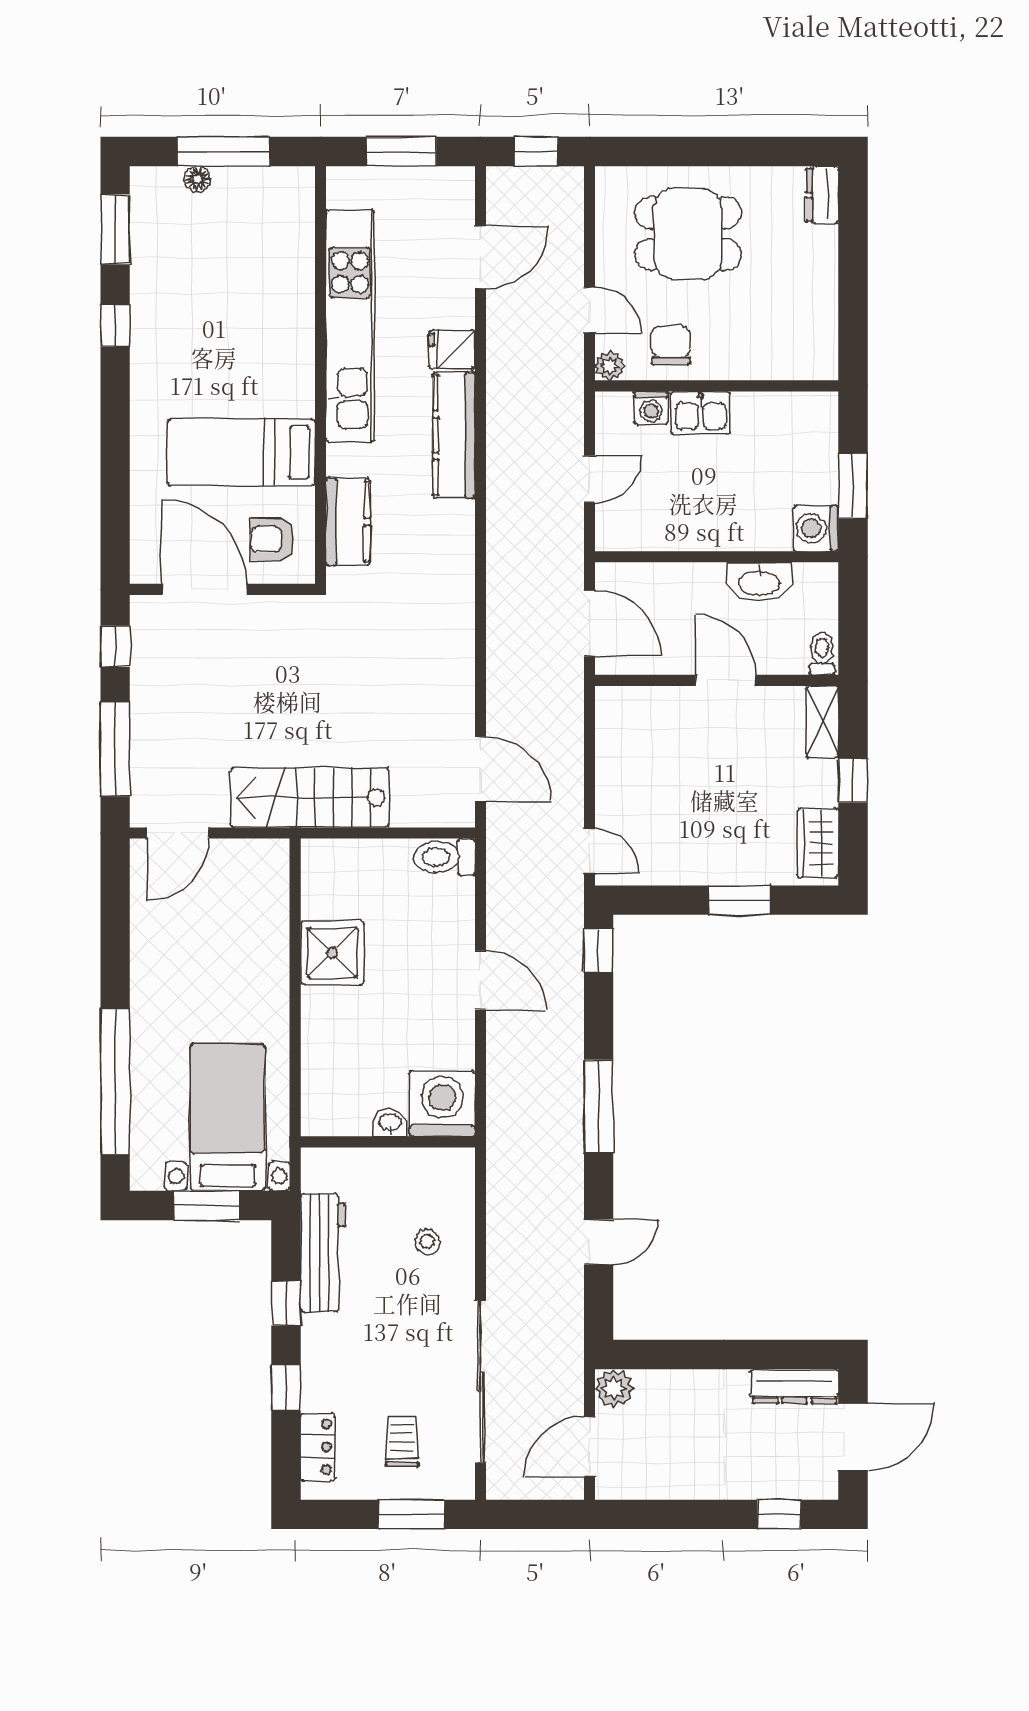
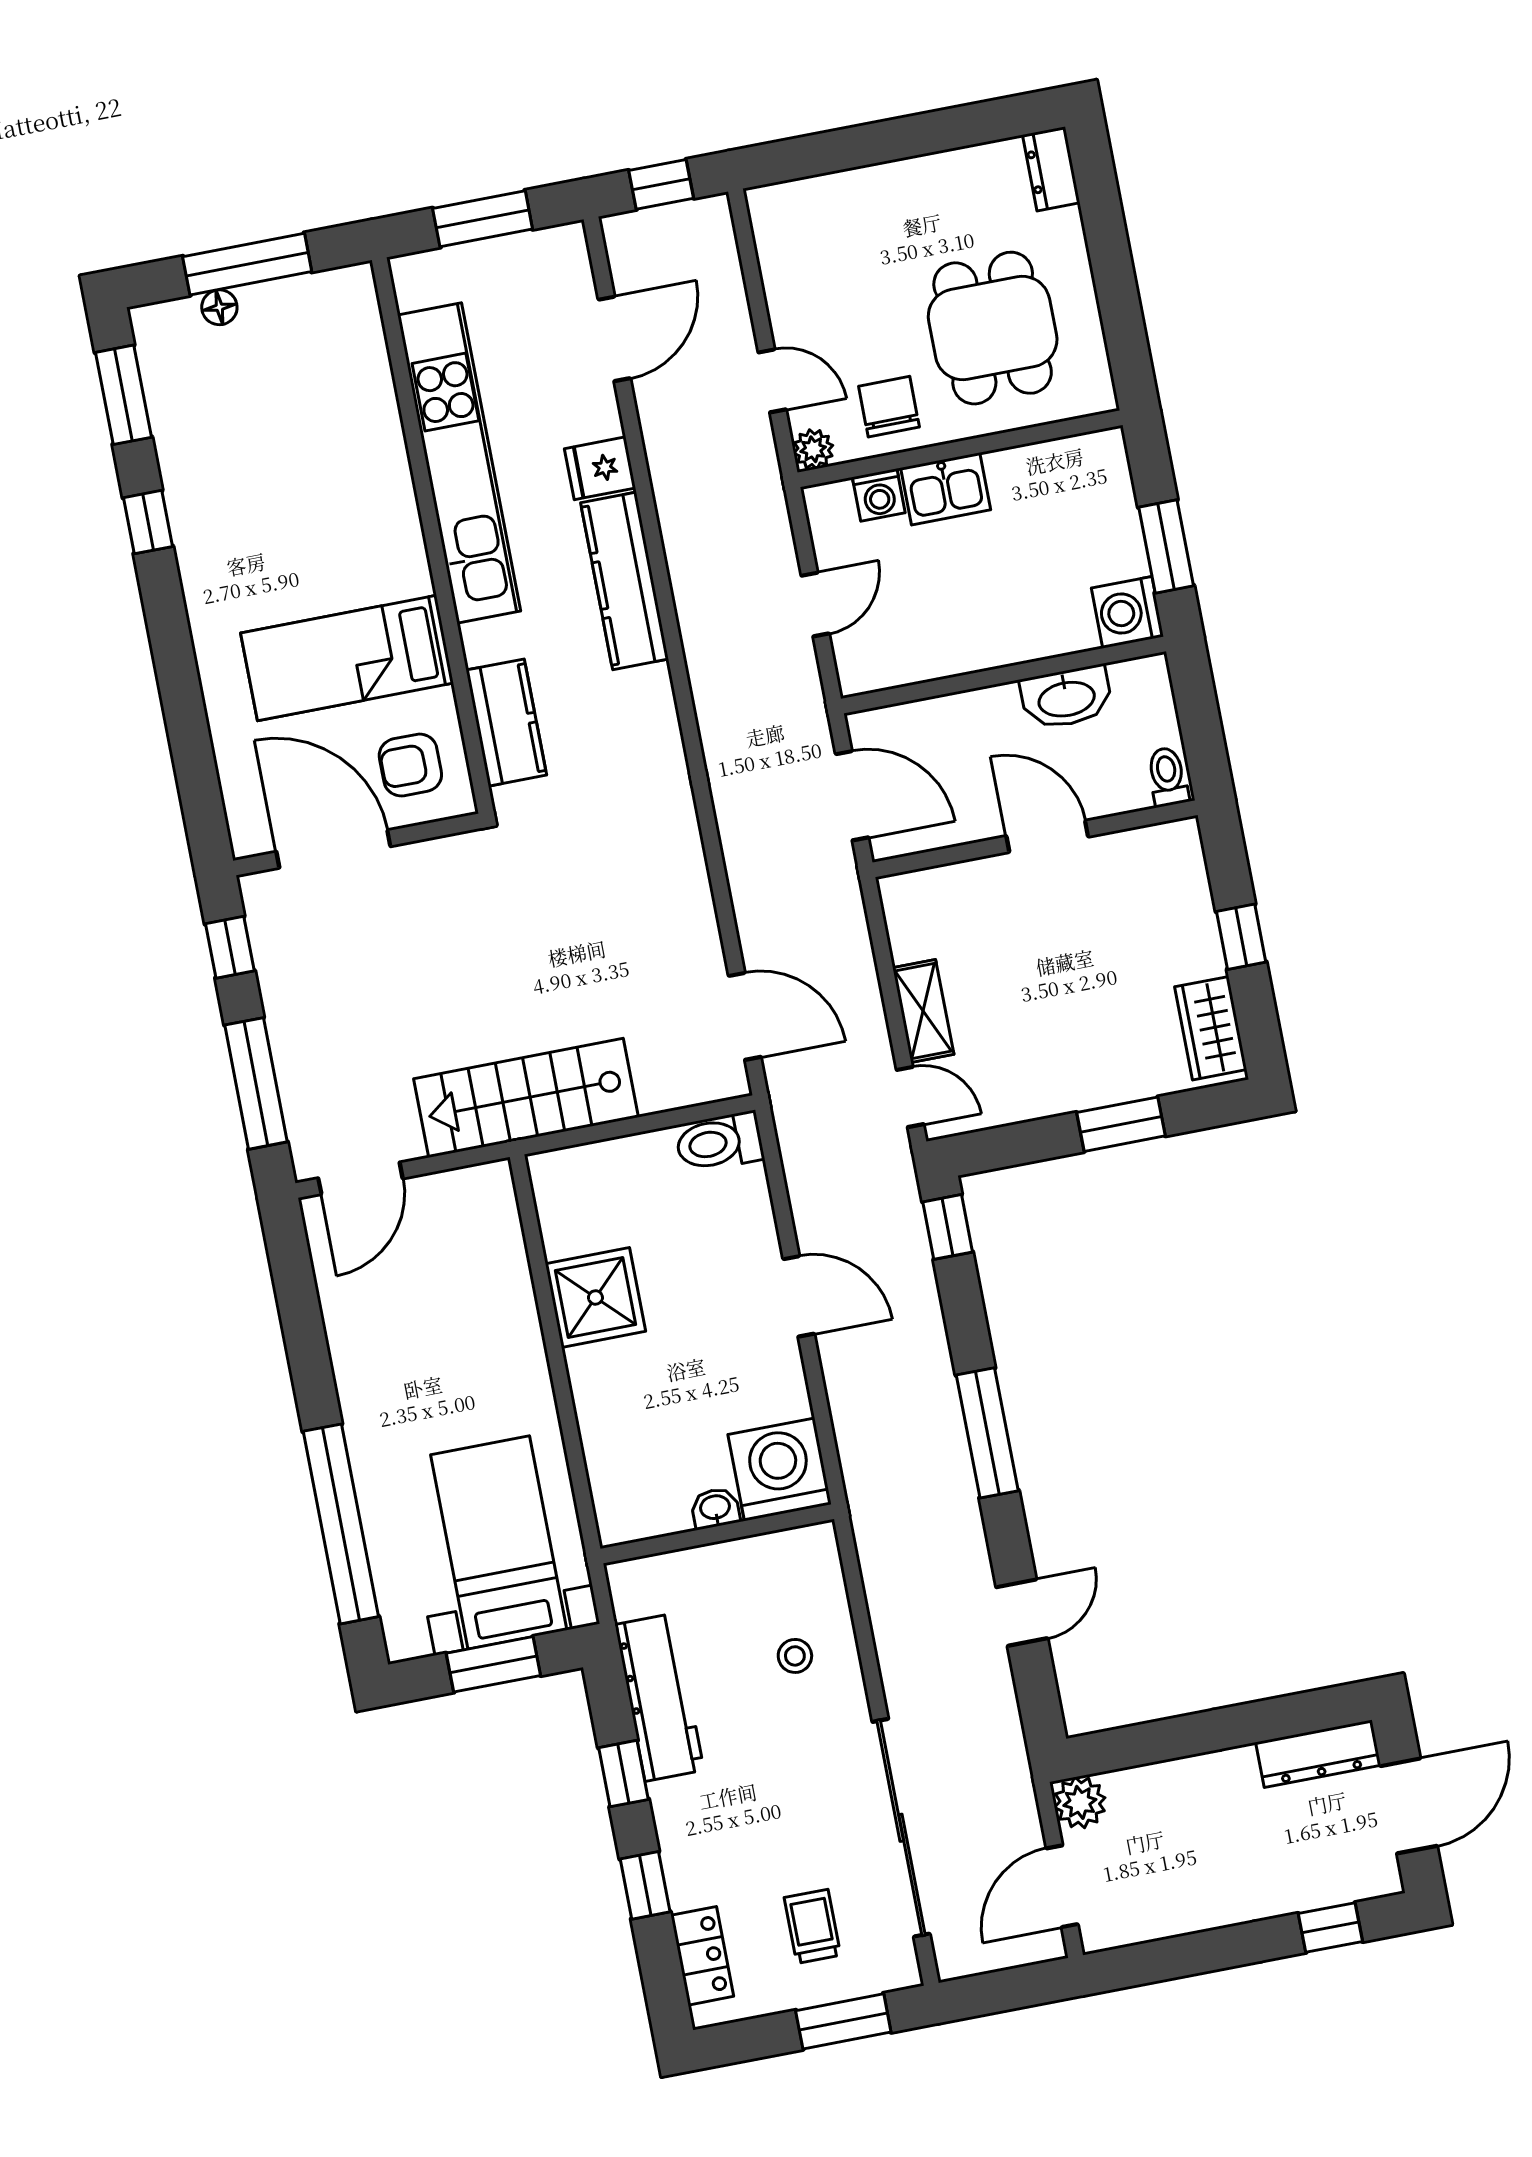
dining table: (688, 234) -> (993, 328), moved, turned 90
shelving: (822, 722) -> (923, 1011), moved

